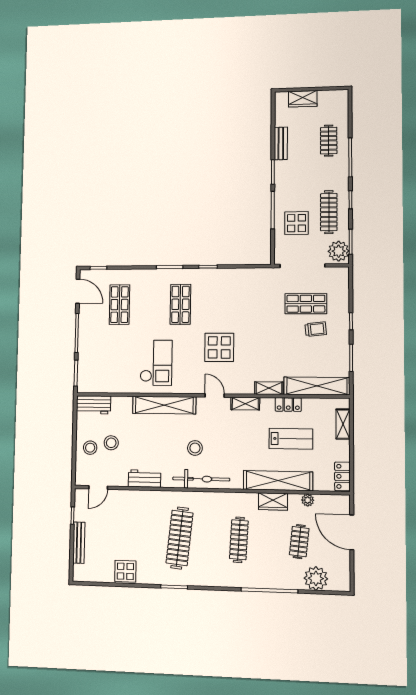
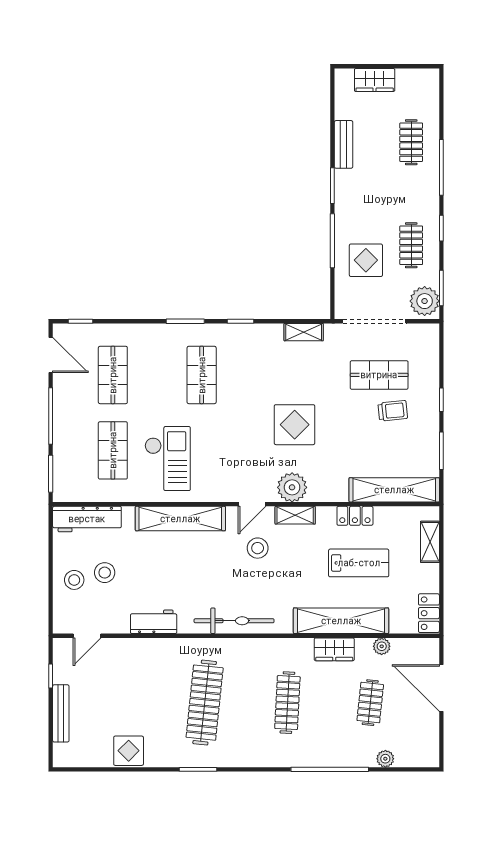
clothes rail: (329, 212) -> (411, 245), width x0.73
display table: (219, 347) -> (295, 425), moved
shop shelf: (118, 357) -> (113, 450), added
plant: (243, 384) -> (292, 487), added
shelving: (269, 388) -> (304, 332), moved
door: (215, 395) -> (252, 504), swing flipped
workbench: (93, 405) -> (87, 519), width x1.38
stool: (195, 448) -> (258, 548), moved
plant: (316, 578) -> (385, 759), width x0.53, depth x0.53

